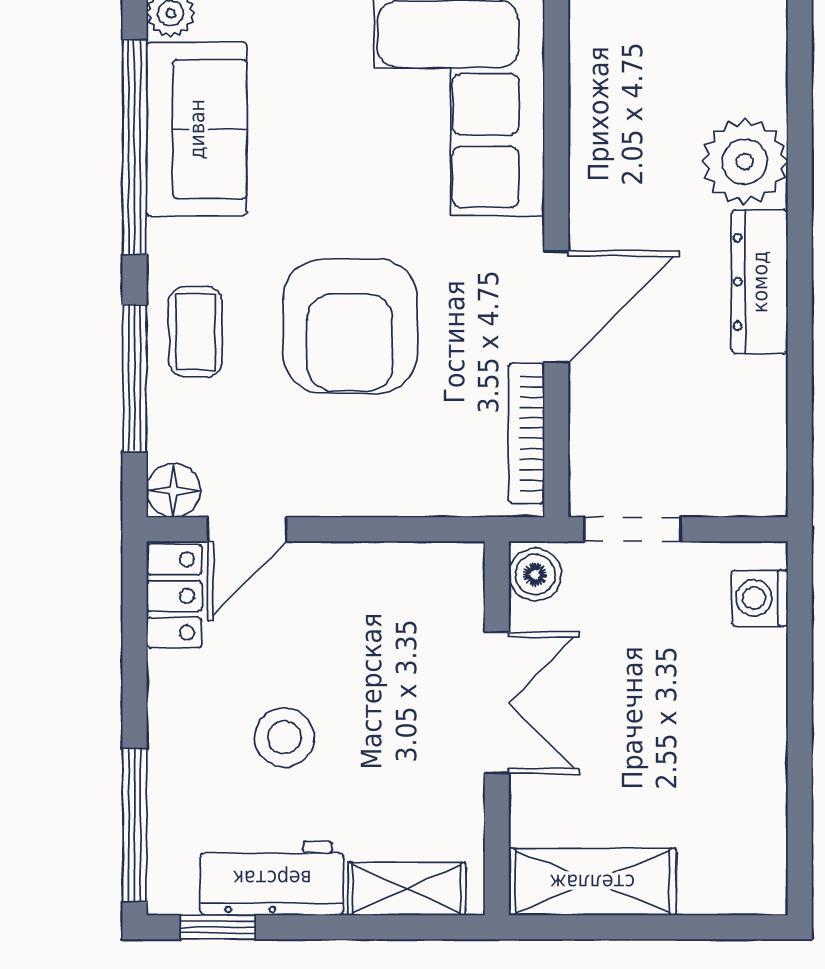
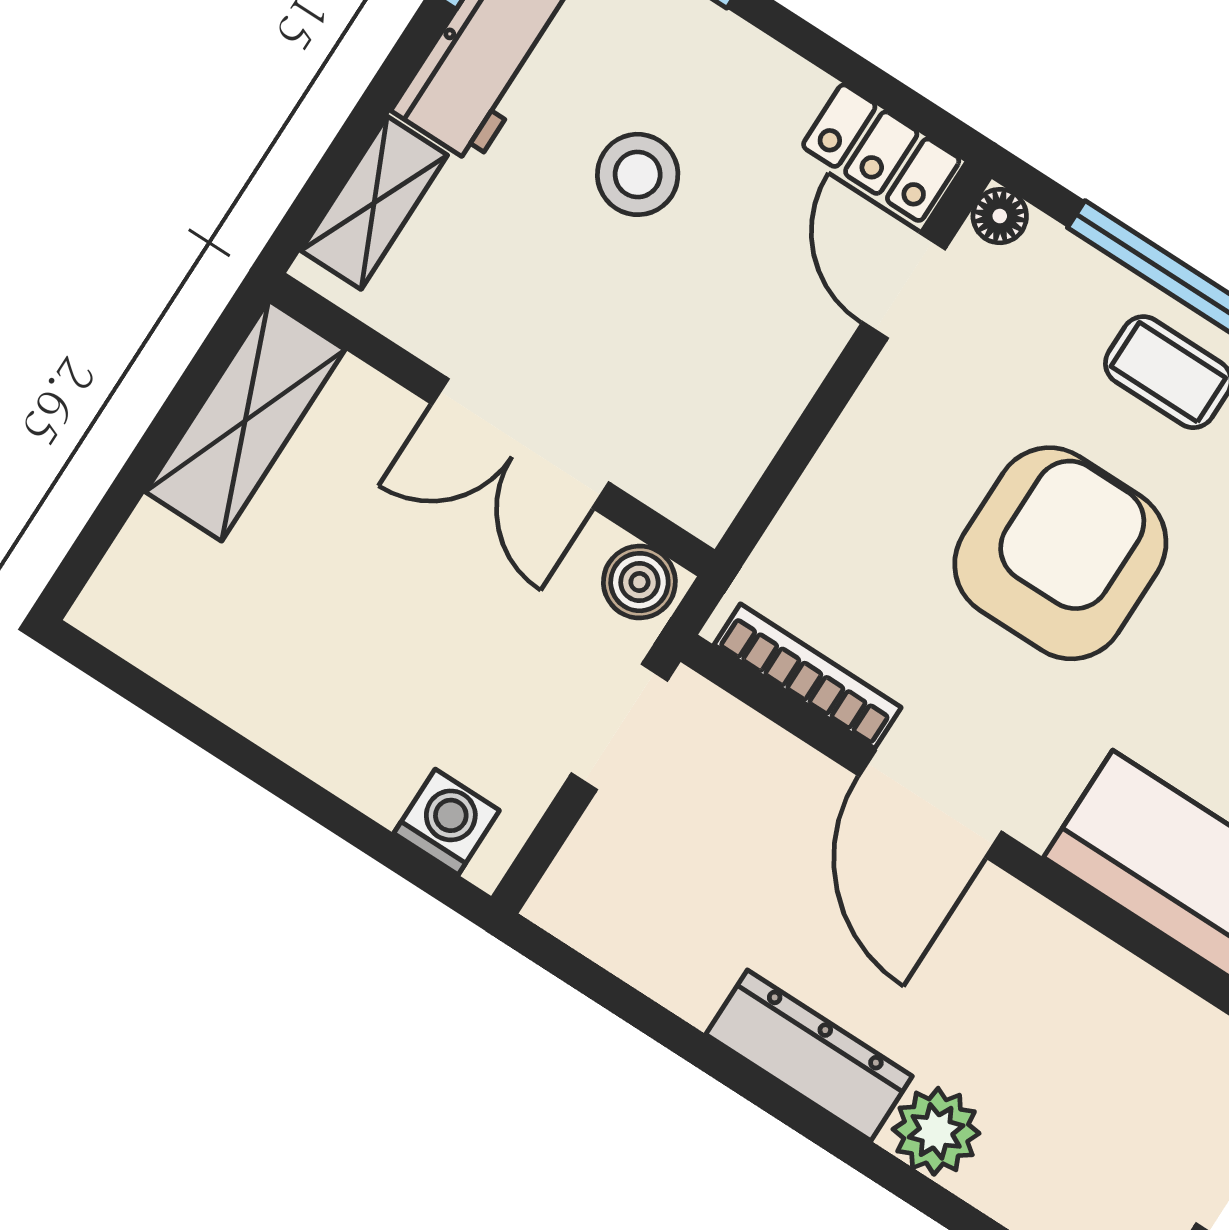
plant: (744, 162) -> (936, 1131), width x0.73, depth x0.73
armchair: (350, 326) -> (1060, 553), turned 90
floor lamp: (173, 490) -> (1000, 216), width x0.73, depth x0.73

